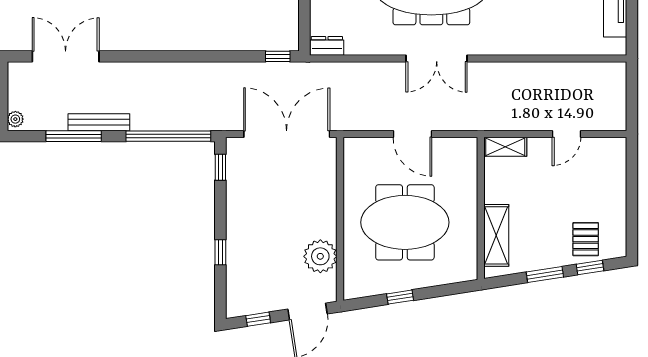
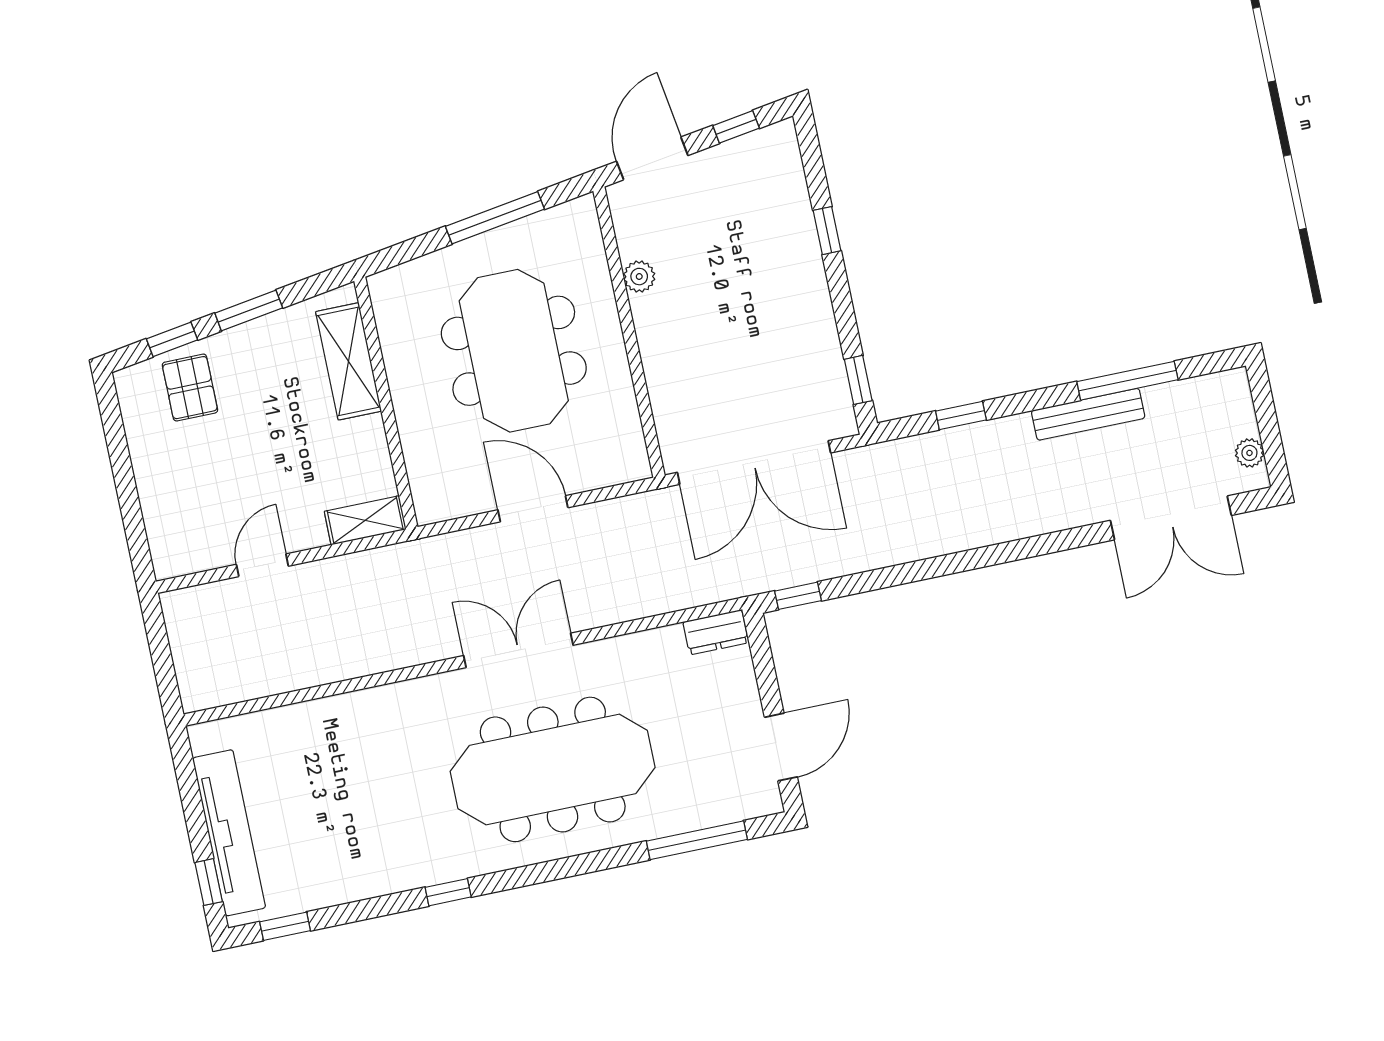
plant: (15, 119) -> (1249, 453), moved
window: (168, 136) -> (961, 415), width x0.32
meeting table: (405, 222) -> (514, 351), turned 90
plant: (320, 256) -> (639, 277), width x0.53, depth x0.53
window: (400, 297) -> (495, 218), width x2.17

